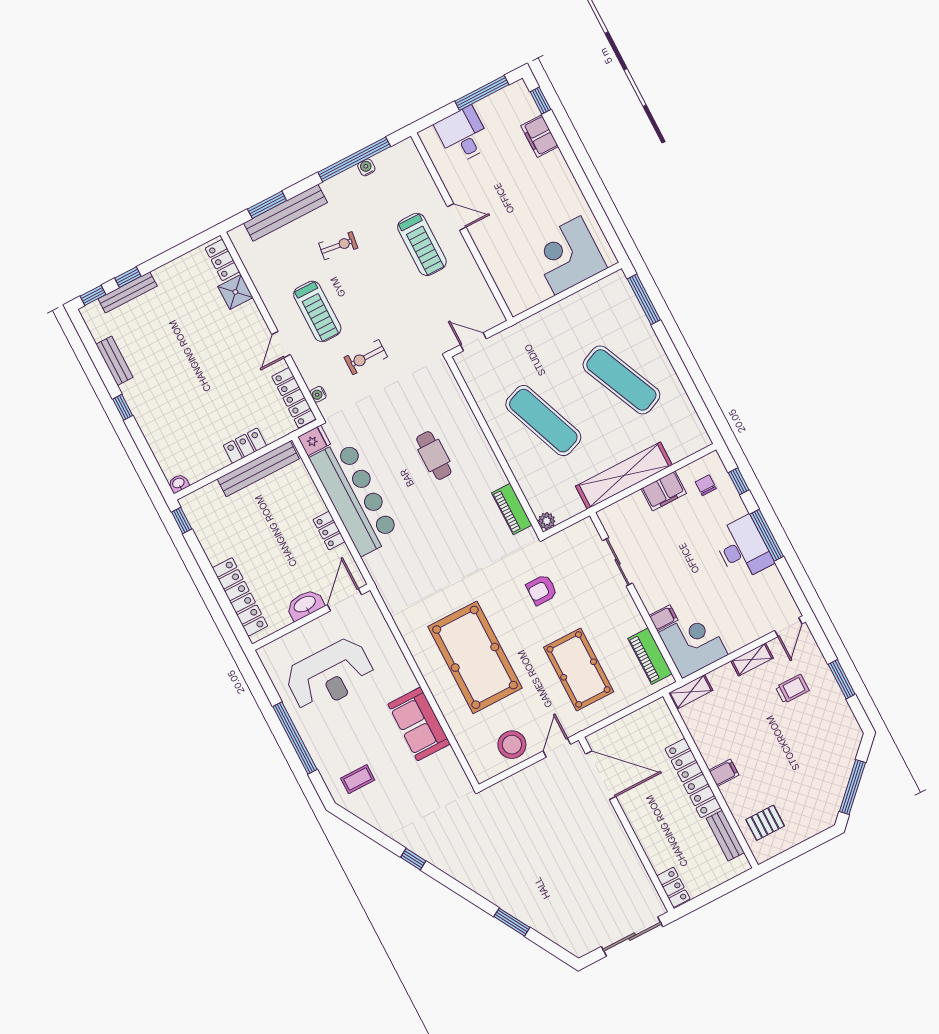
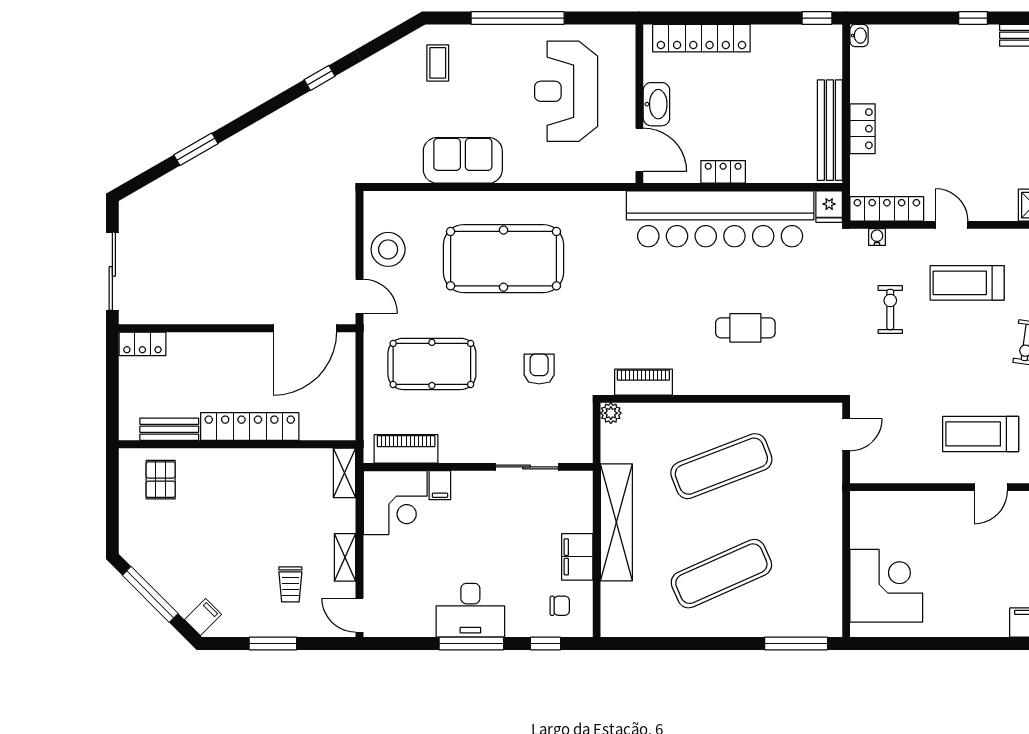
bar counter: (355, 497) -> (720, 219), width x1.36
filing cabinet: (724, 773) -> (203, 617), moved, turned -135

